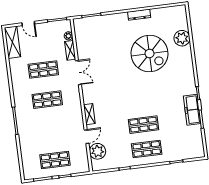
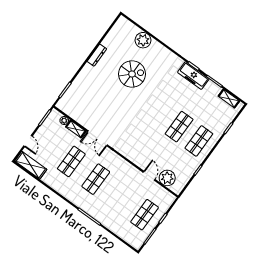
door: (28, 23) -> (28, 141), hinge flipped
spiral stairs: (150, 54) -> (132, 74), width x0.73, depth x0.73
double door: (78, 73) -> (97, 138), swing flipped
freezer: (192, 110) -> (193, 76), moved
shelving: (89, 114) -> (229, 99), moved

